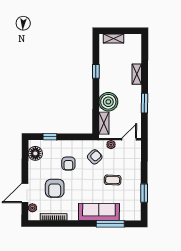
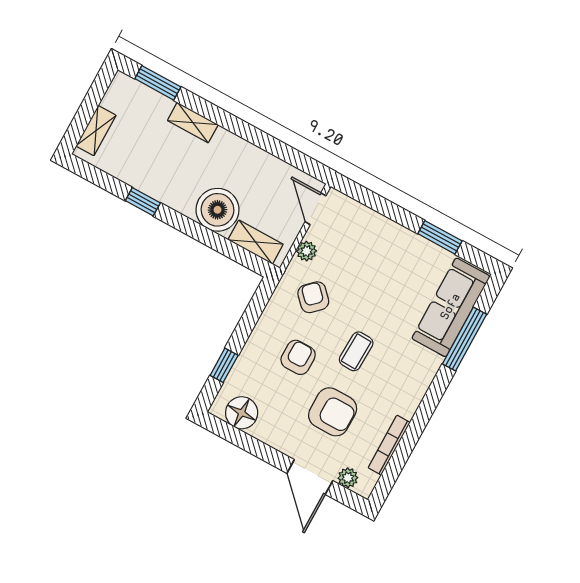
window: (144, 103) -> (158, 83), moved
armchair: (68, 164) -> (298, 357), turned -90
coffee table: (113, 180) -> (356, 351), moved
sofa: (99, 212) -> (451, 307), moved

